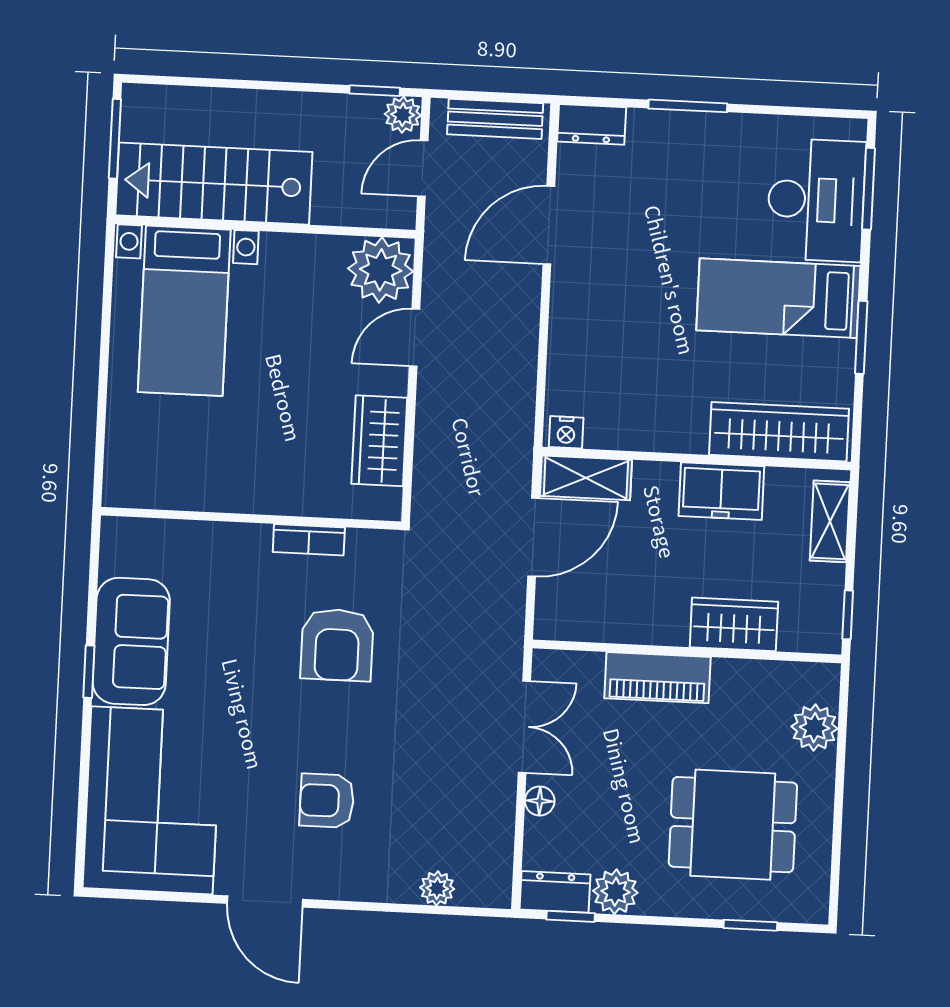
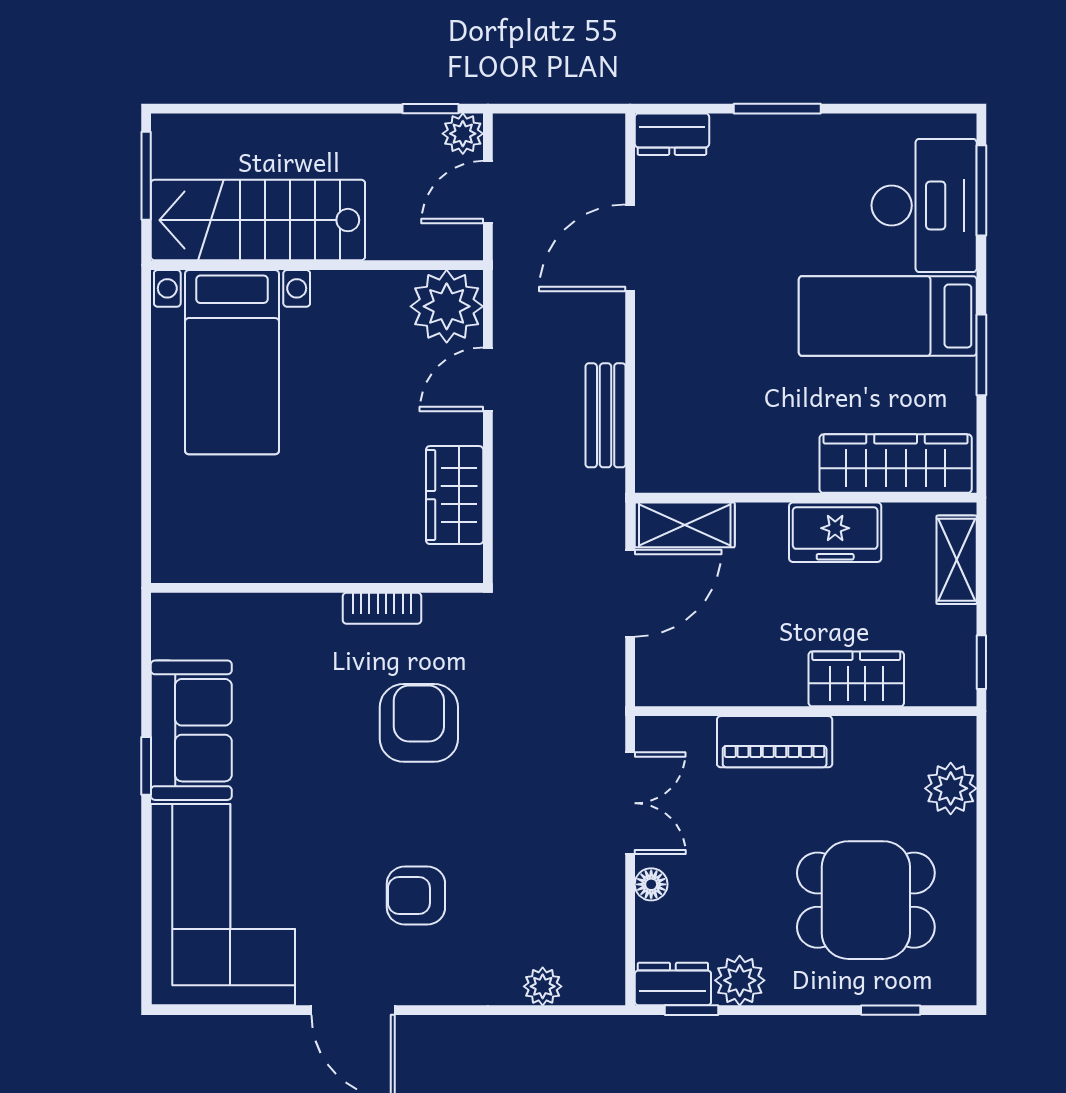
bench: (495, 119) -> (606, 415), moved, turned 90
nightstand: (566, 432) -> (660, 476), removed
armchair: (337, 645) -> (419, 723), turned 180

